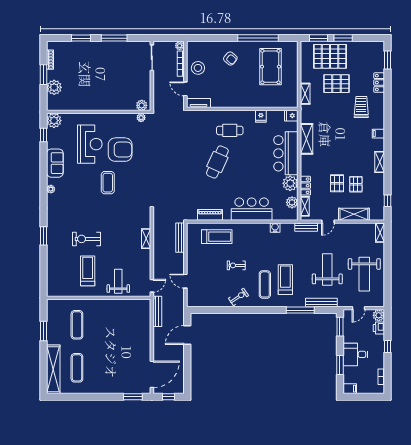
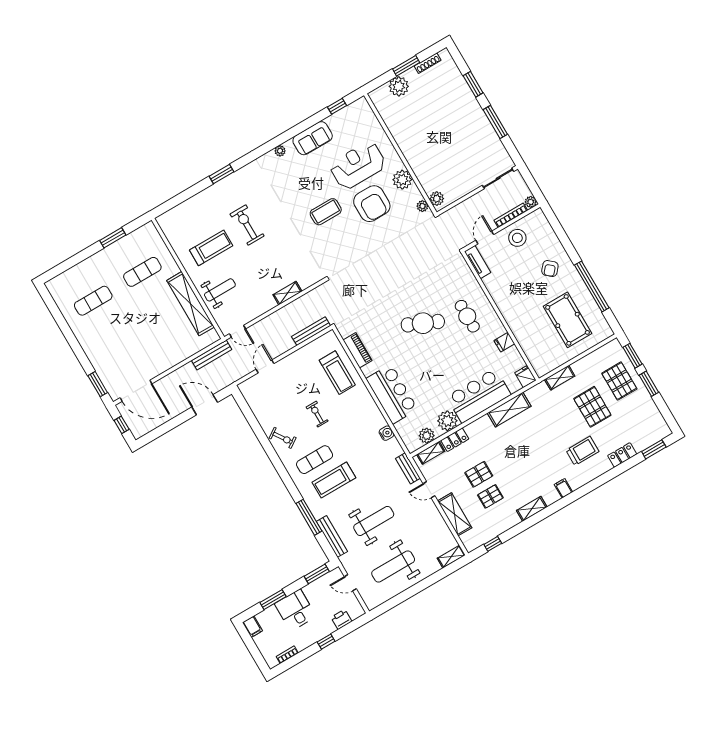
pallet: (330, 56) -> (619, 381), width x0.73, depth x0.71
pool table: (270, 67) -> (568, 320), turned 90
plant: (54, 121) -> (402, 180), moved
reception desk: (90, 144) -> (358, 165), turned 180
treadmill: (285, 280) -> (334, 480), turned 180
plant: (379, 315) -> (356, 610), removed
shelving: (53, 369) -> (190, 304), moved, turned 90

